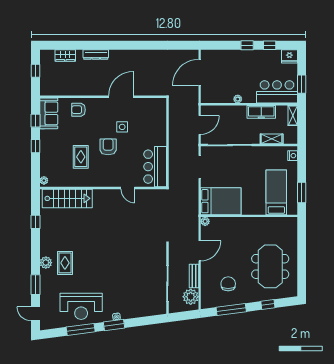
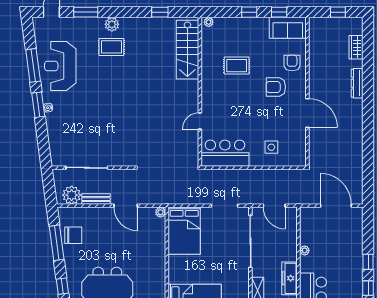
side table: (122, 127) -> (271, 147), moved
armchair: (108, 147) -> (276, 87), moved, turned 180
chair: (228, 284) -> (73, 235), moved

